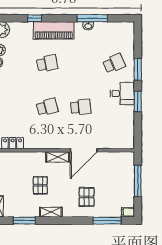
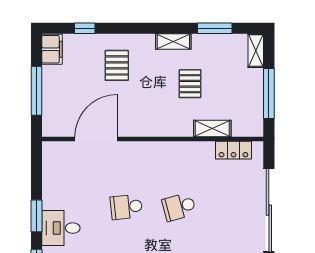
door: (84, 150) -> (96, 139), moved
shelving: (58, 157) -> (212, 128), moved
filing cabinet: (128, 212) -> (52, 49), width x2.00
window: (107, 221) -> (85, 28), width x0.46

